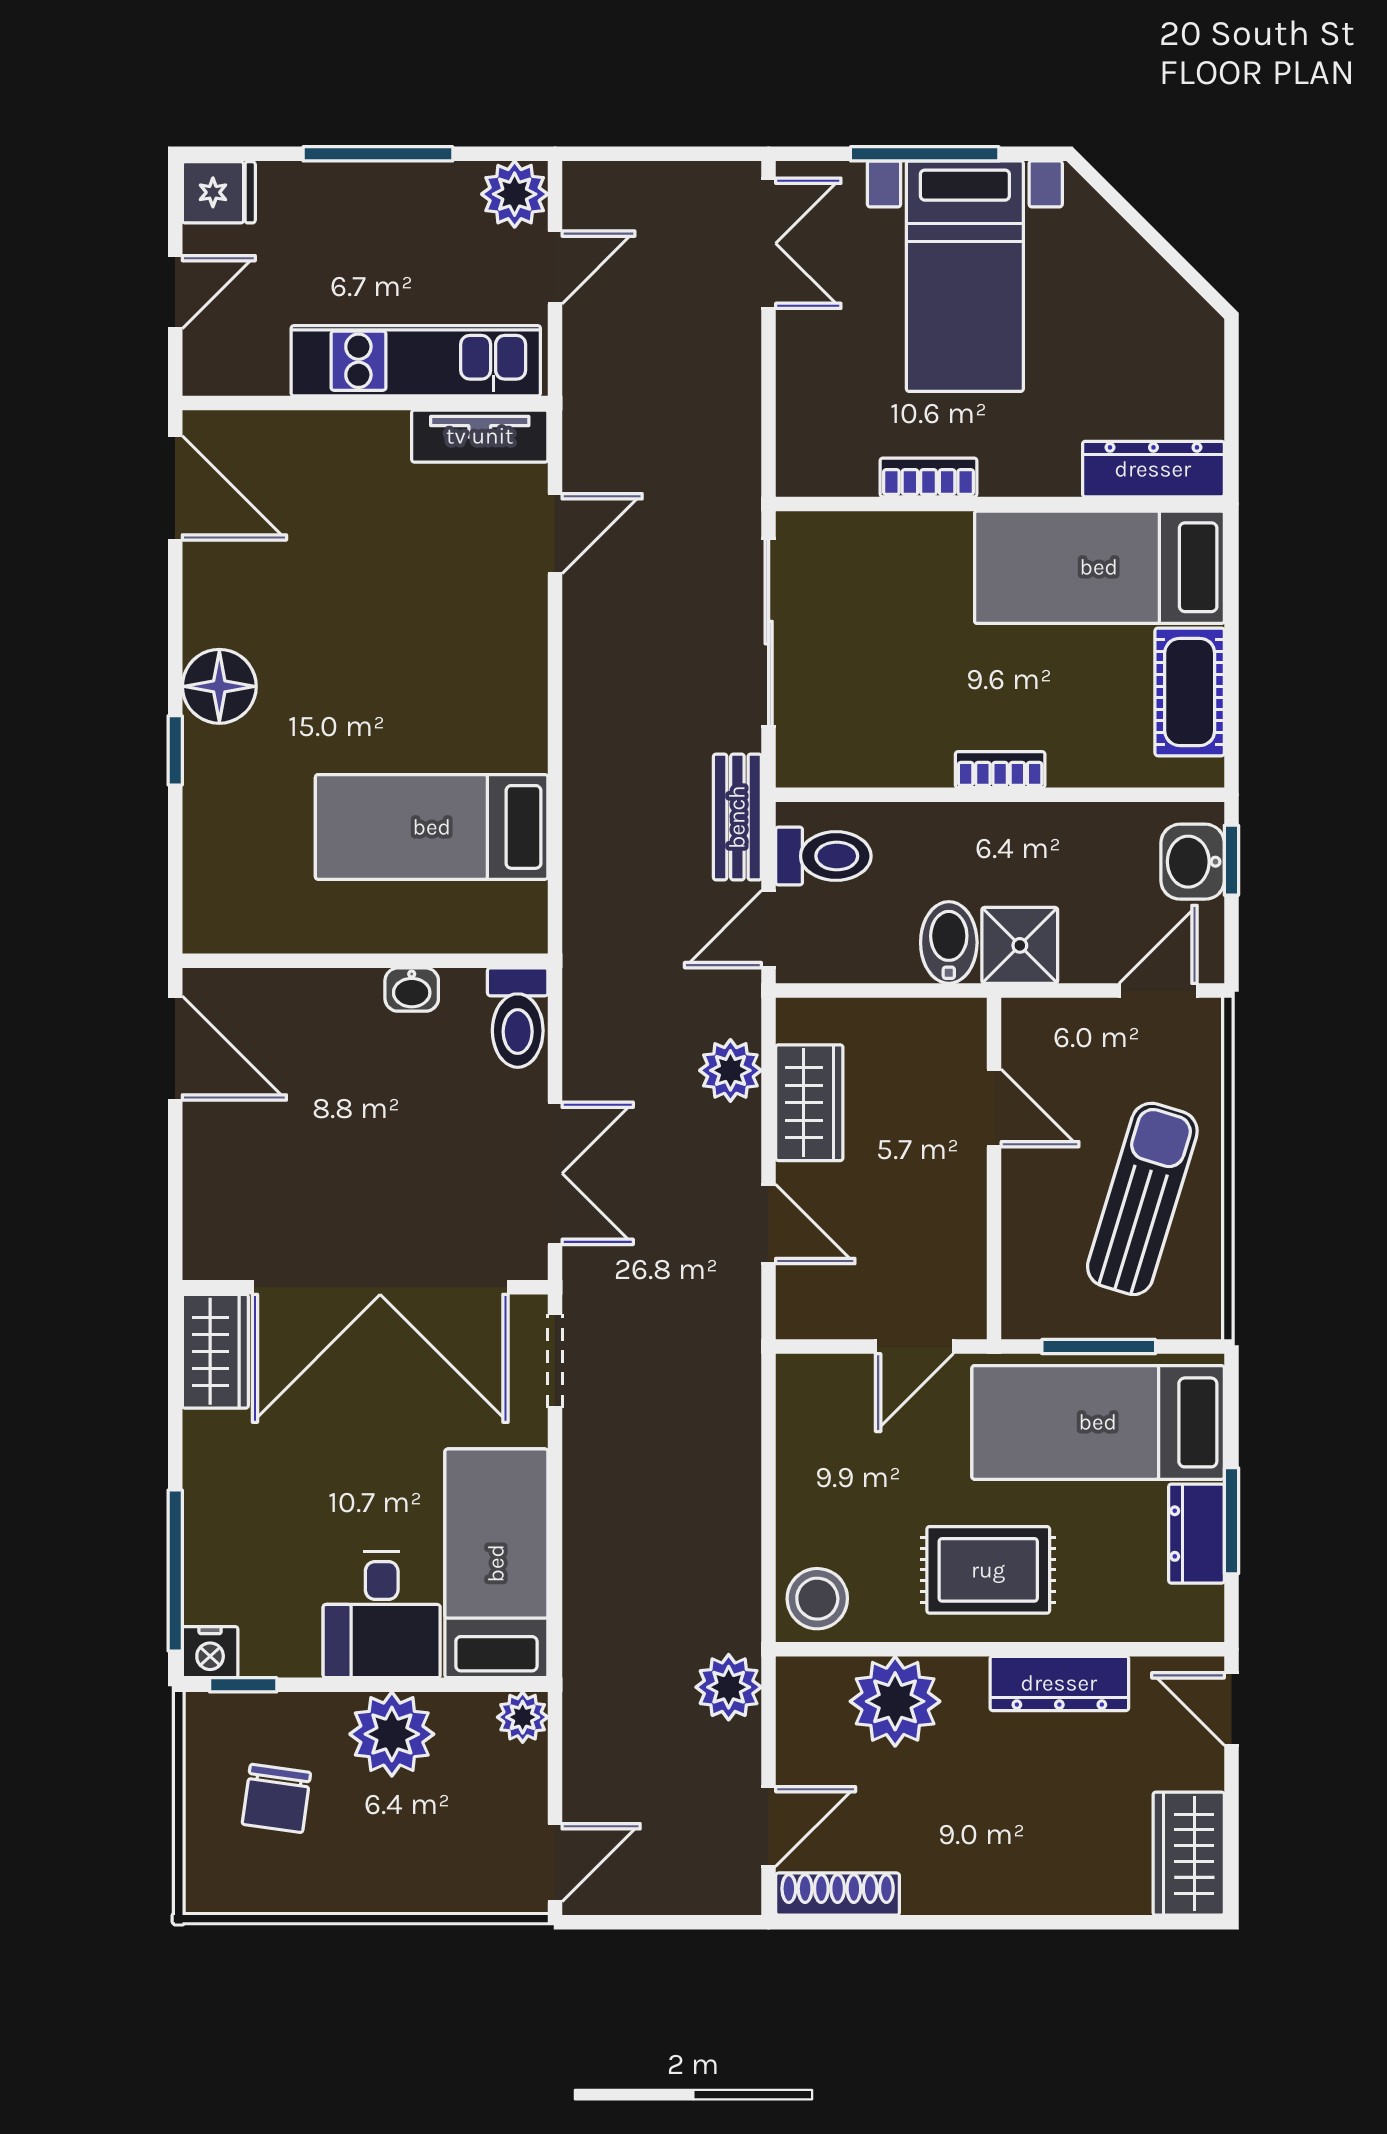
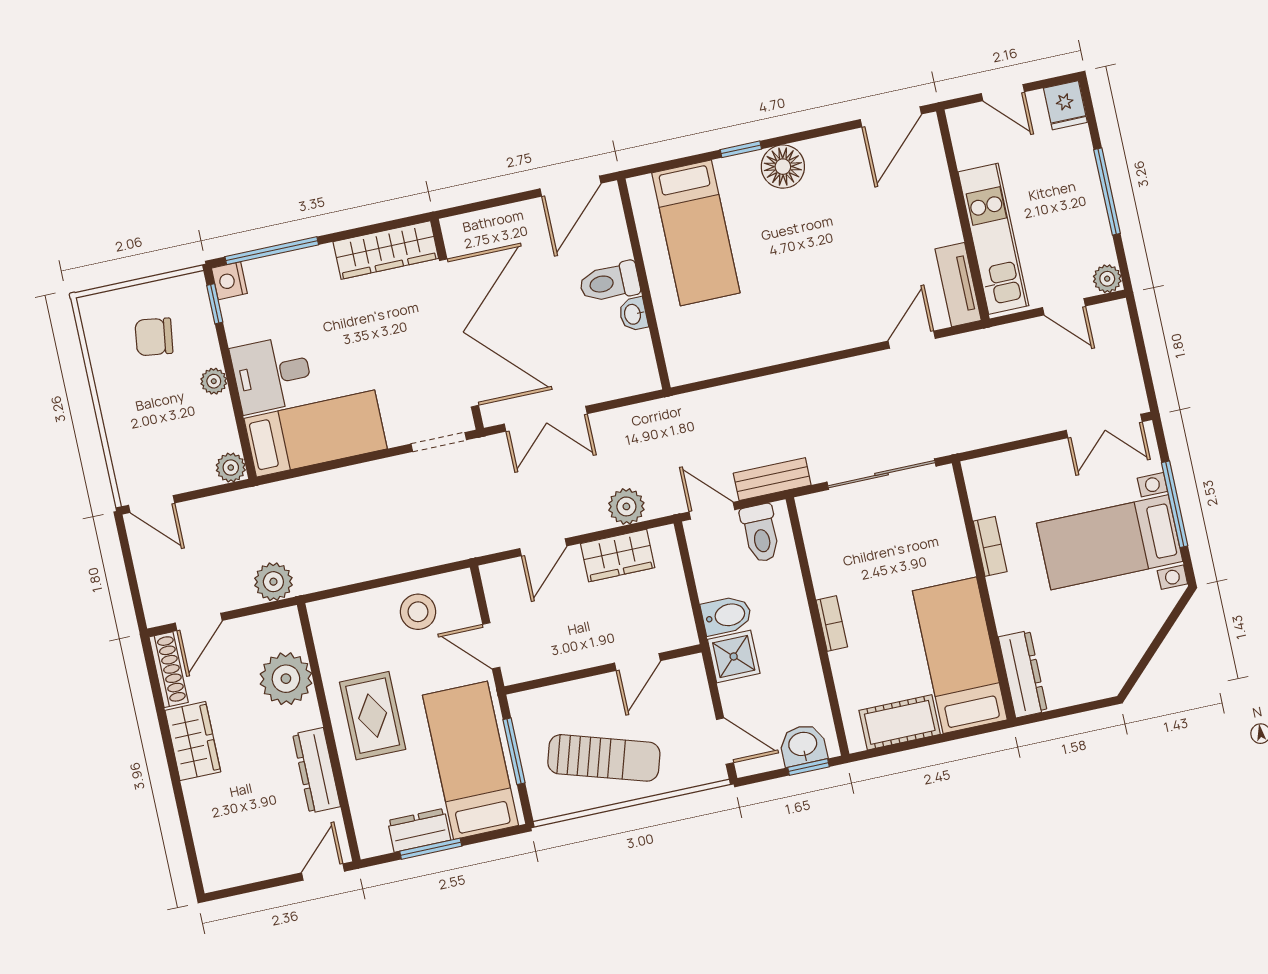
plant: (515, 194) -> (1107, 279), width x0.73, depth x0.73
door: (555, 534) -> (912, 340), swing flipped
bed: (432, 827) -> (696, 233), moved, turned 180
toilet: (518, 1018) -> (610, 282), moved
double door: (380, 1287) -> (459, 333), swing flipped
wardrobe: (215, 1351) -> (386, 250), width x1.50
stool: (817, 1599) -> (418, 612), moved
plant: (392, 1734) -> (214, 381), width x0.53, depth x0.53
door: (769, 1826) -> (199, 622), hinge flipped
wardrobe: (1189, 1854) -> (193, 741), moved, turned 90

